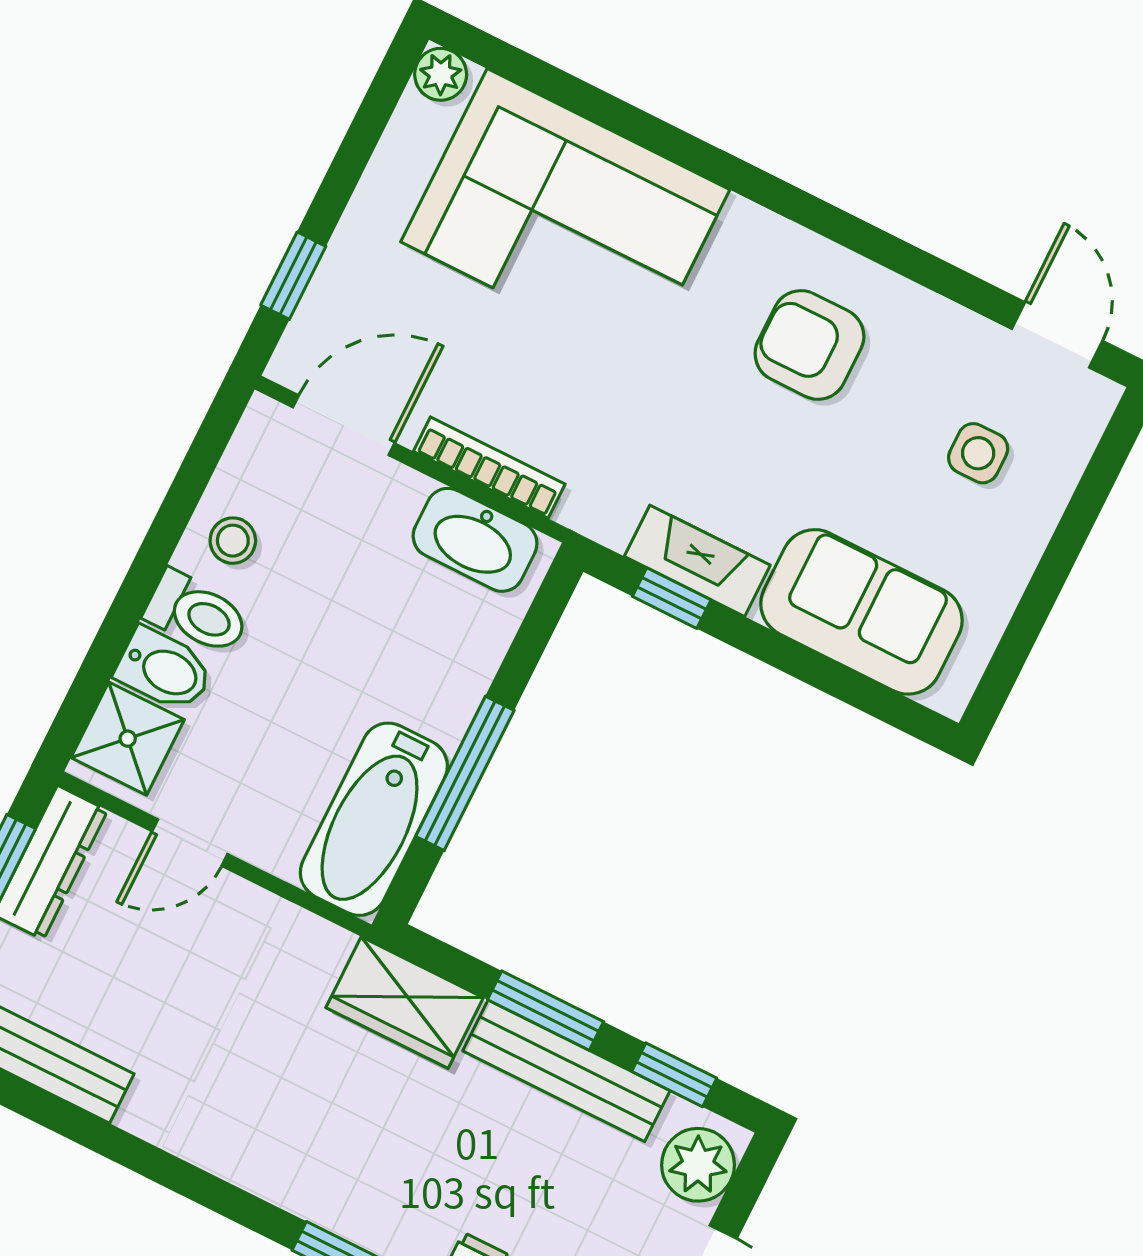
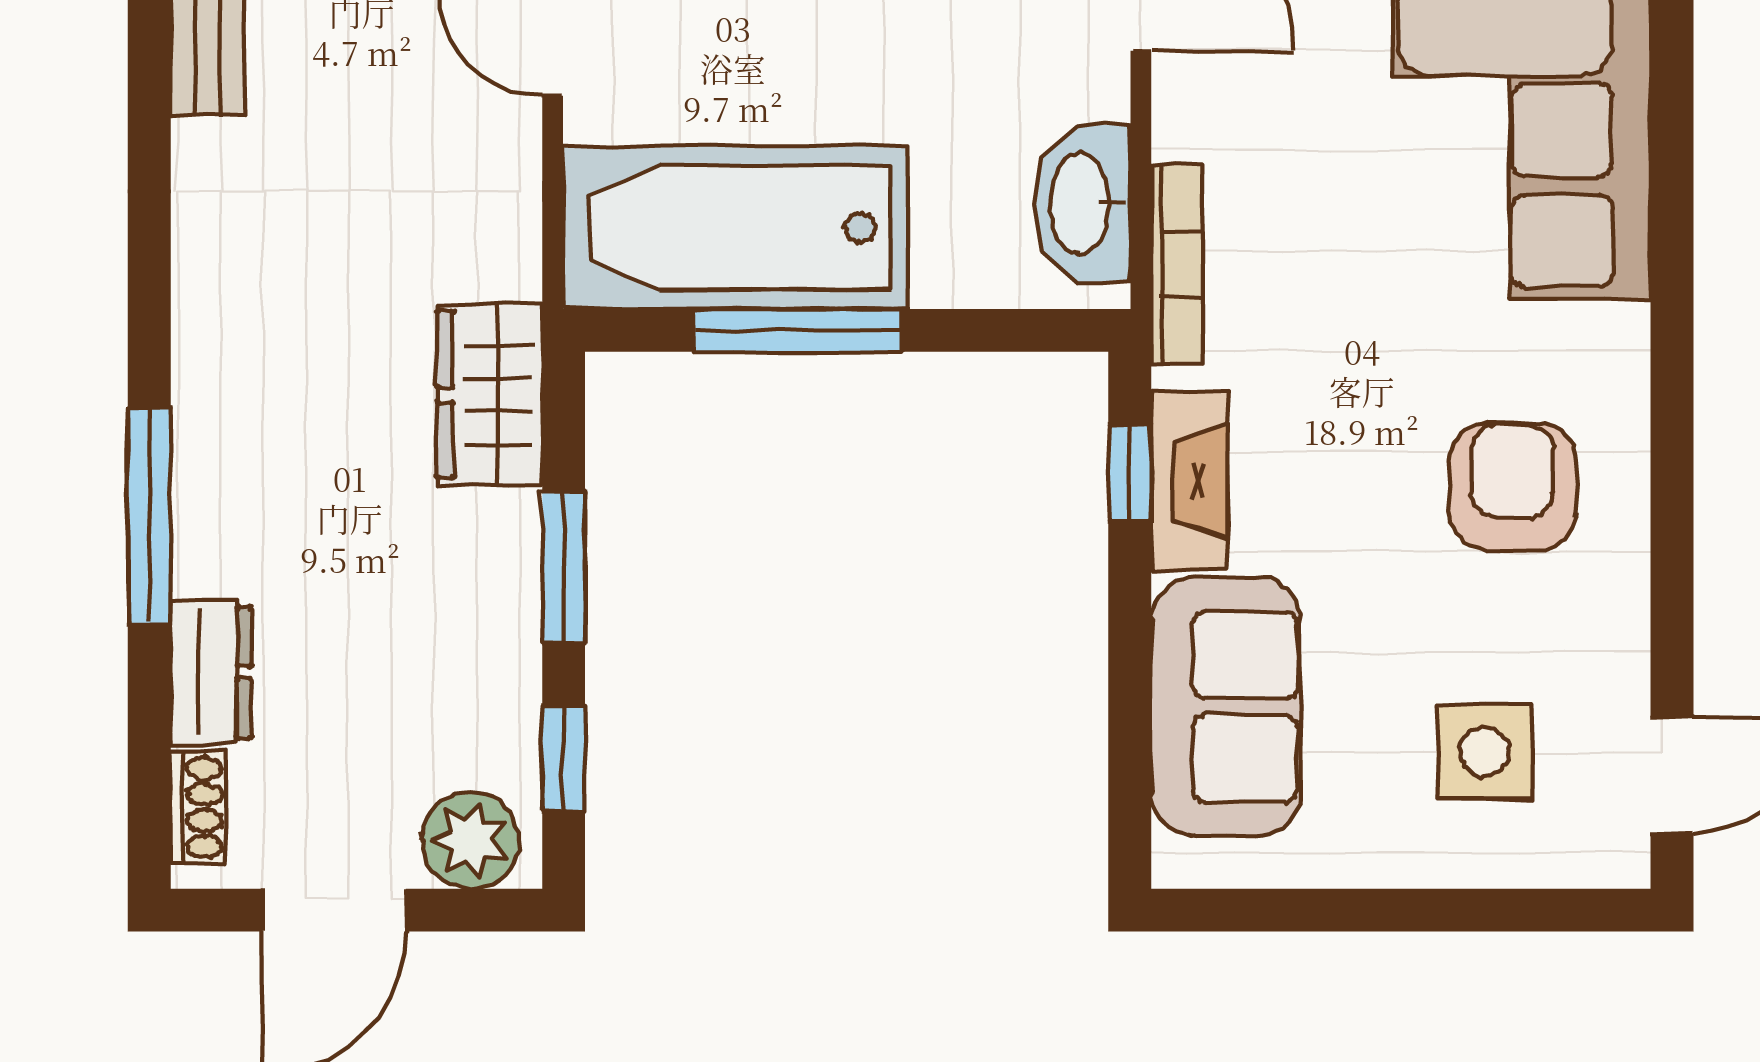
side table: (978, 453) -> (1484, 751), width x1.37, depth x1.37
bookcase: (489, 468) -> (1177, 264), moved
bathtub: (374, 819) -> (736, 228), width x1.36, depth x1.36
bench: (566, 1071) -> (504, 628), removed

